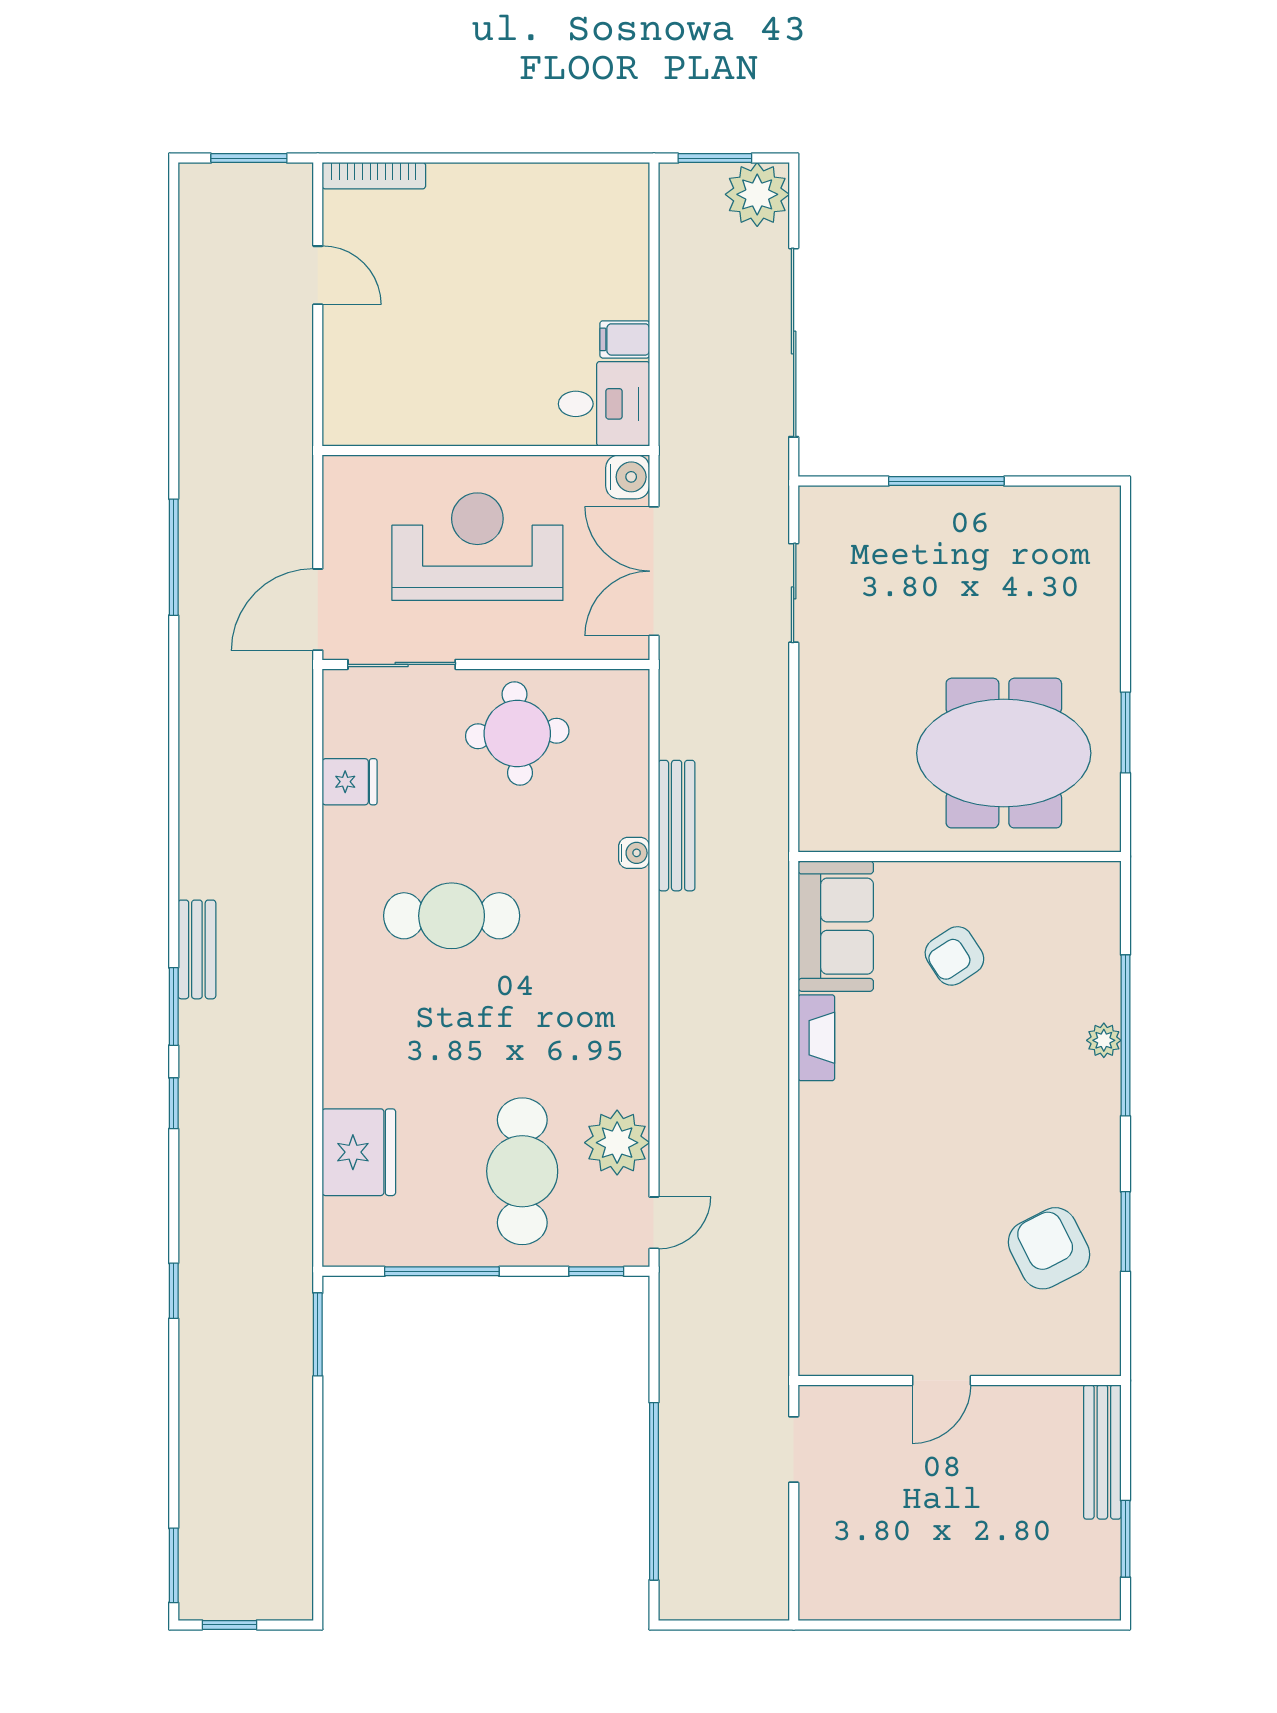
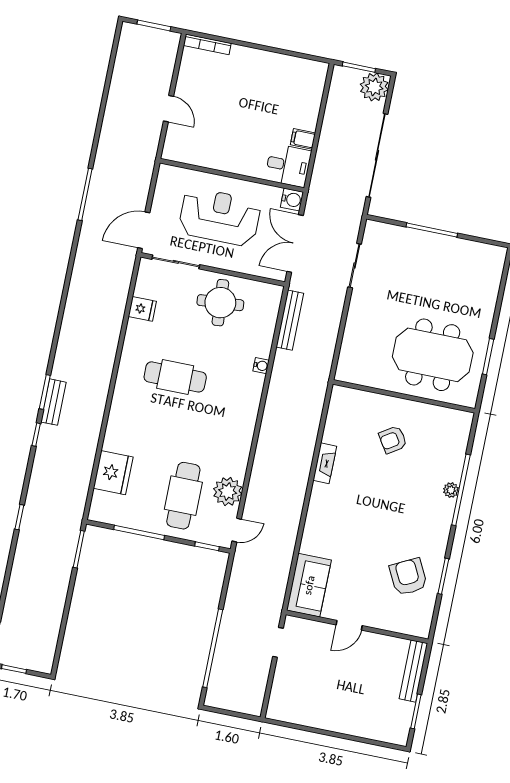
door: (318, 275) -> (168, 109), moved
bench: (677, 826) -> (290, 320), moved
sofa: (836, 926) -> (309, 585), moved
bench: (197, 949) -> (53, 402), moved

